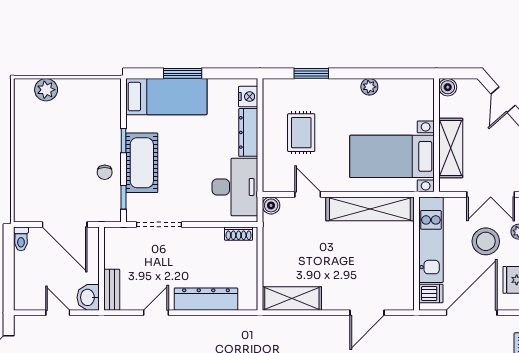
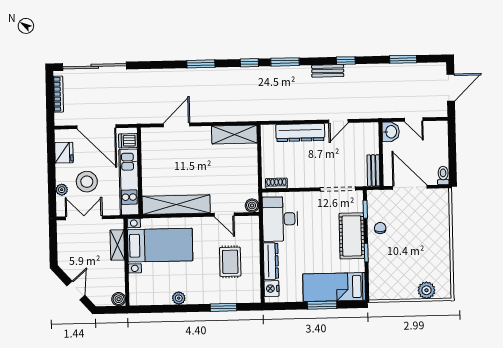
shelving: (451, 148) -> (117, 245), width x0.67, depth x0.75
bench: (112, 290) -> (373, 170), moved
door: (472, 313) -> (96, 127), hinge flipped

